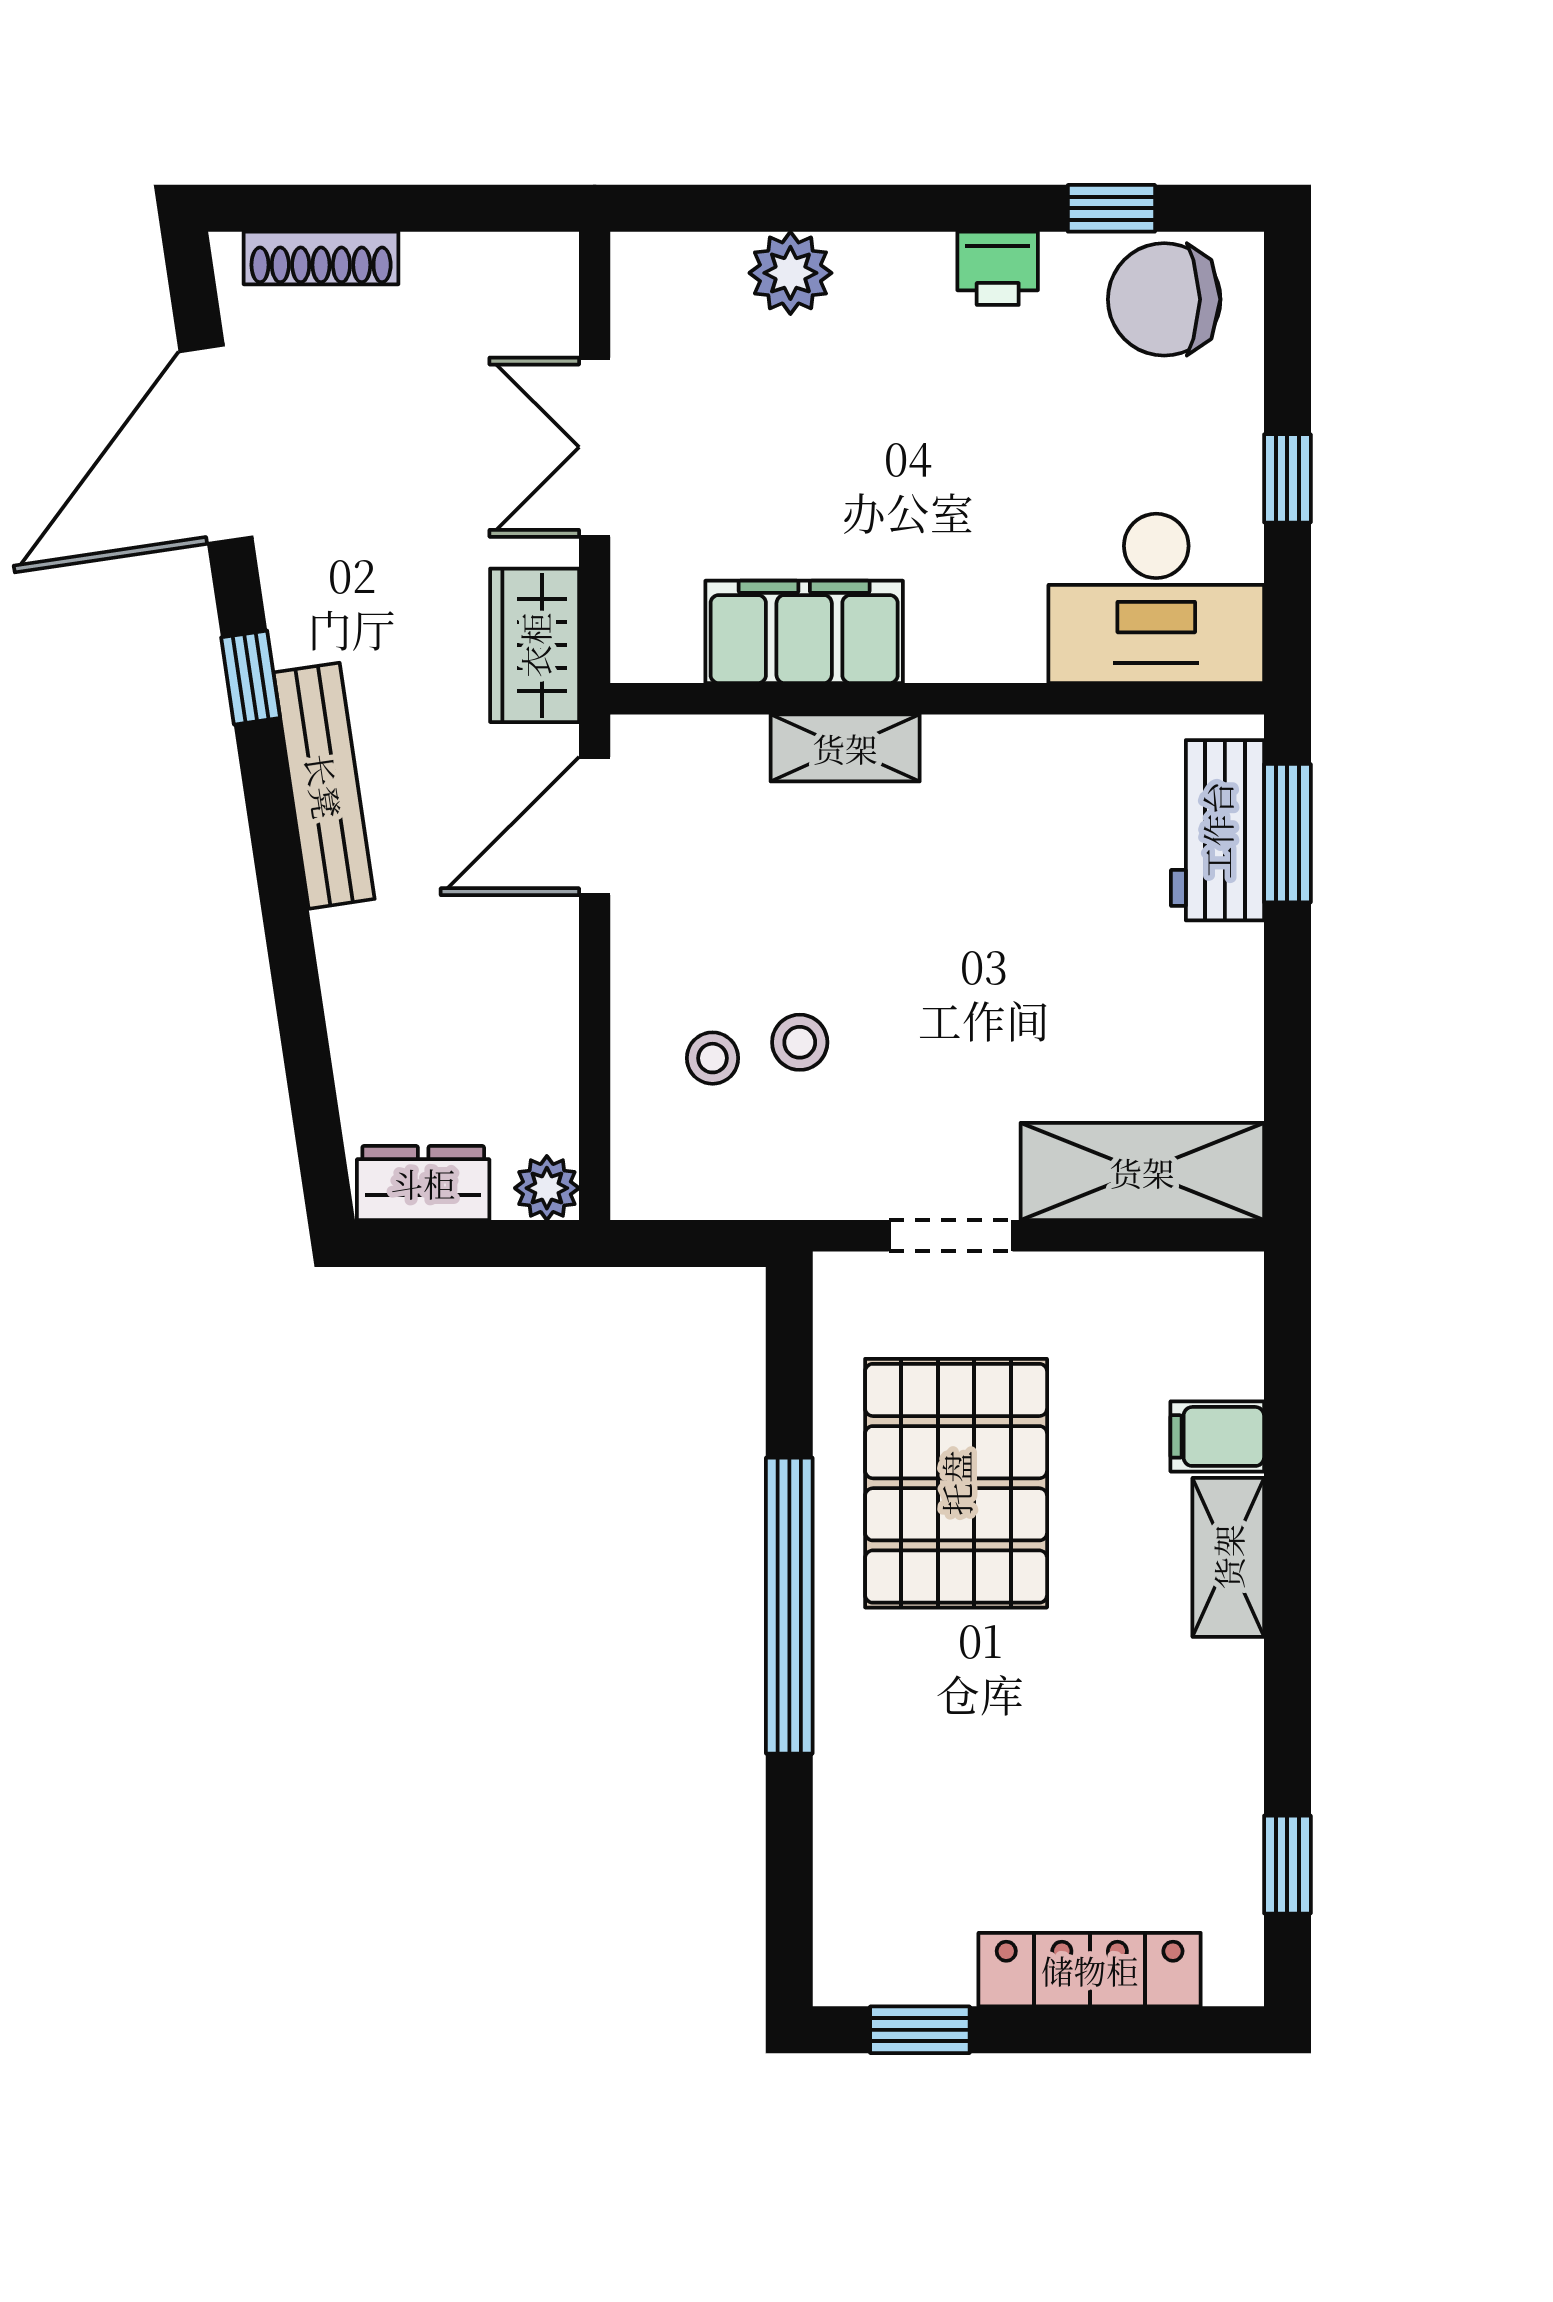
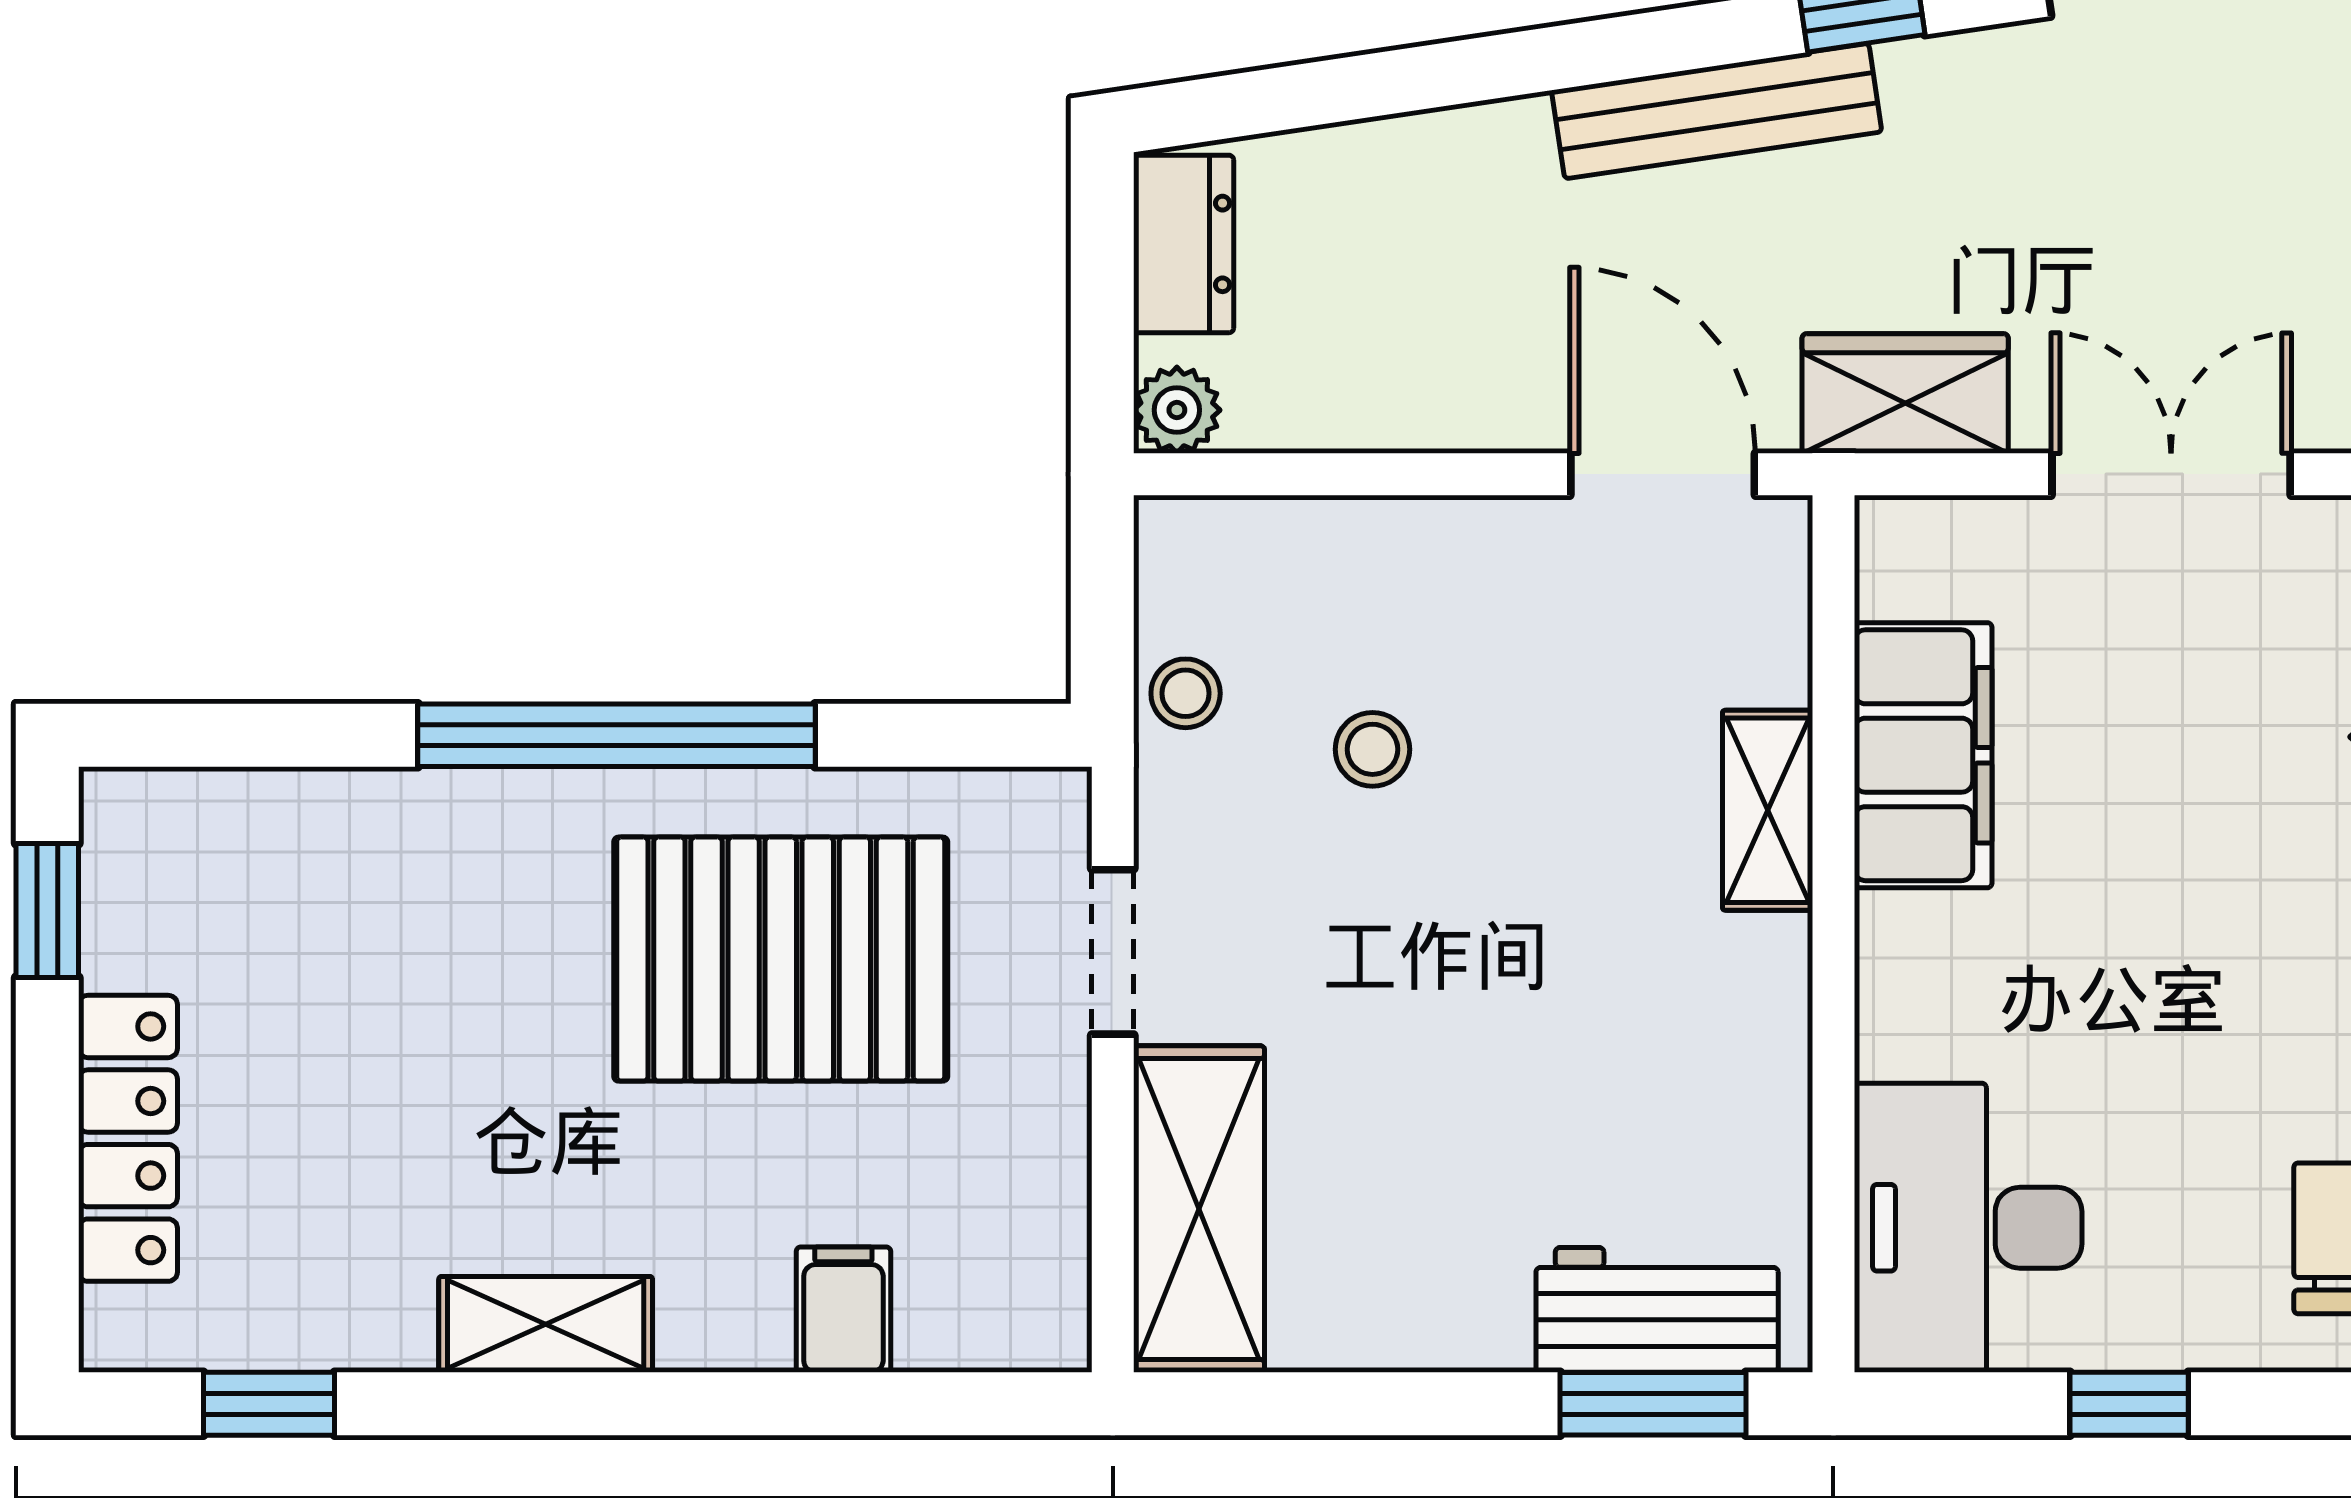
stool: (713, 1058) -> (1186, 693), moved
shelving: (1228, 1557) -> (546, 1324), moved

